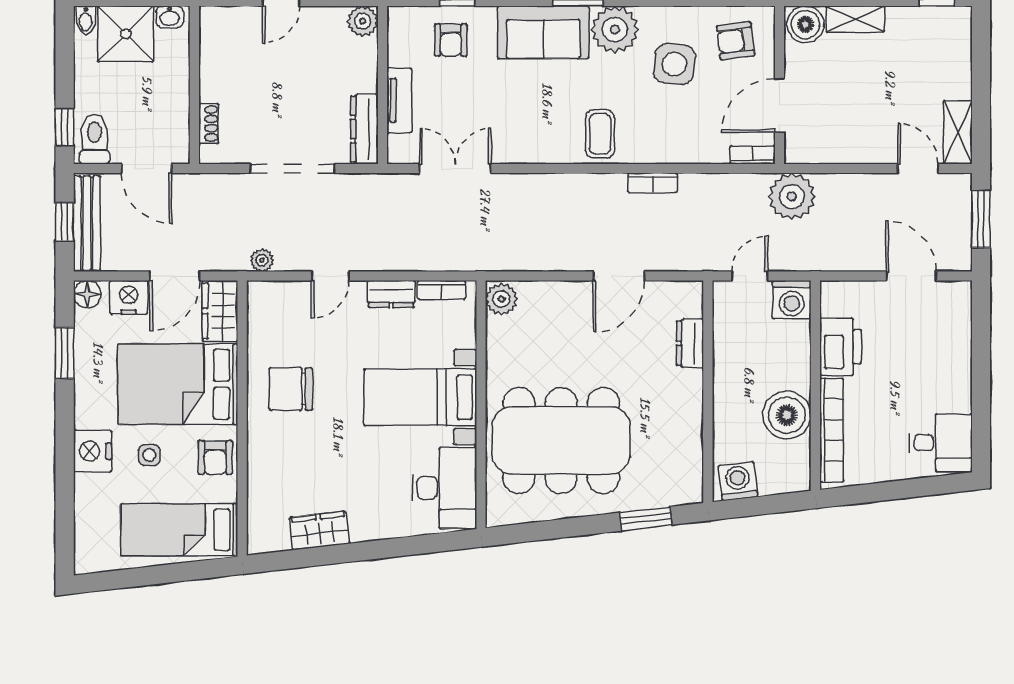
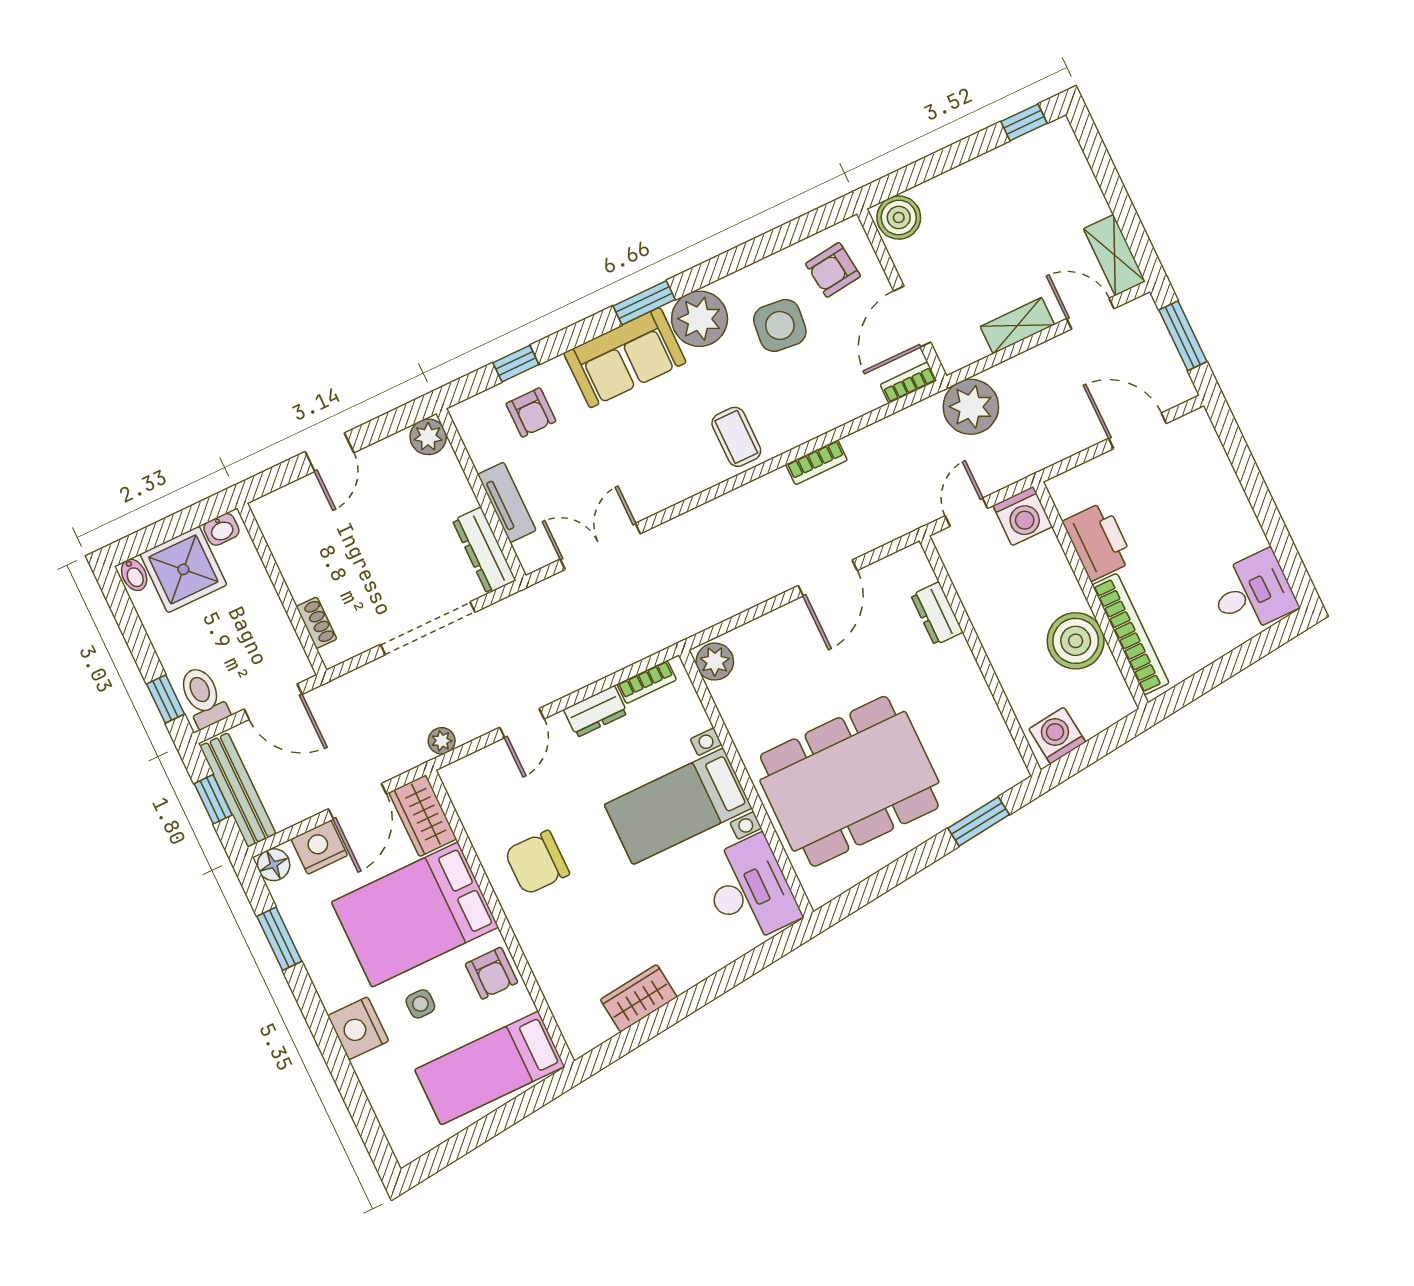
shelving: (855, 19) -> (1017, 326), moved

